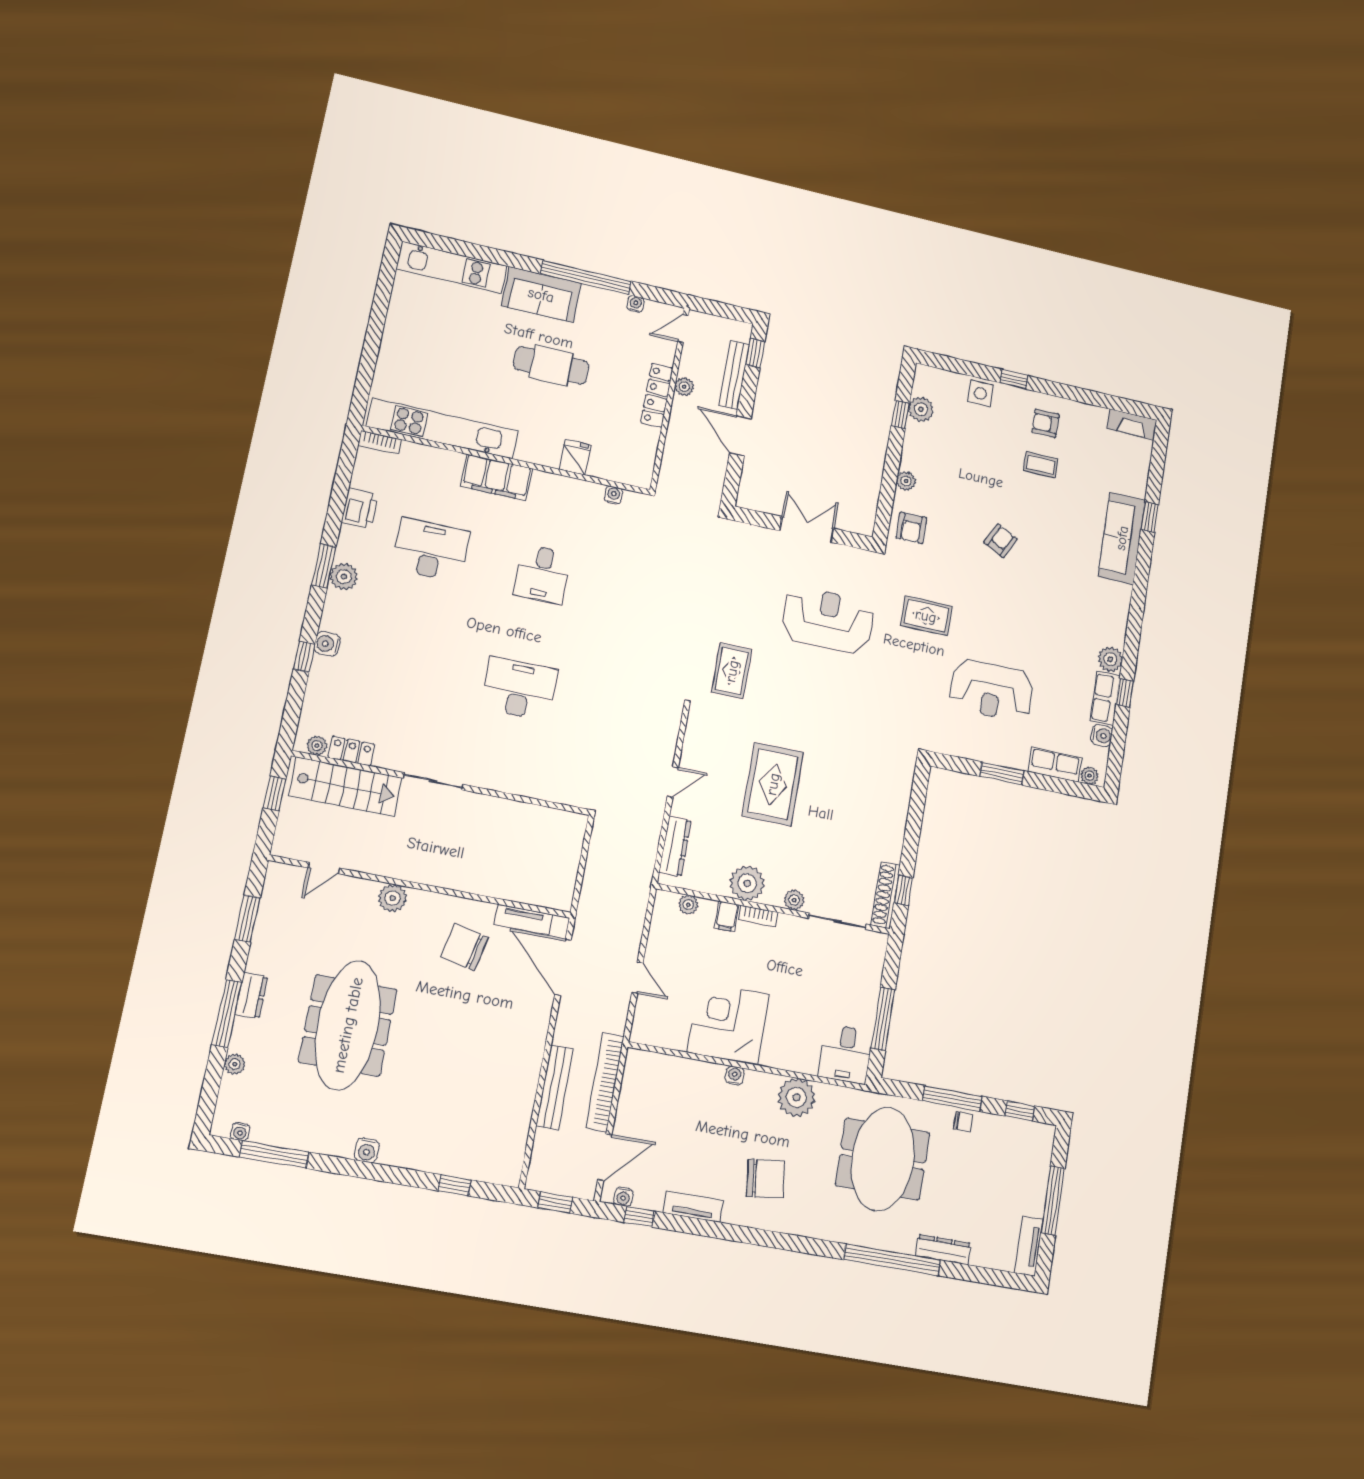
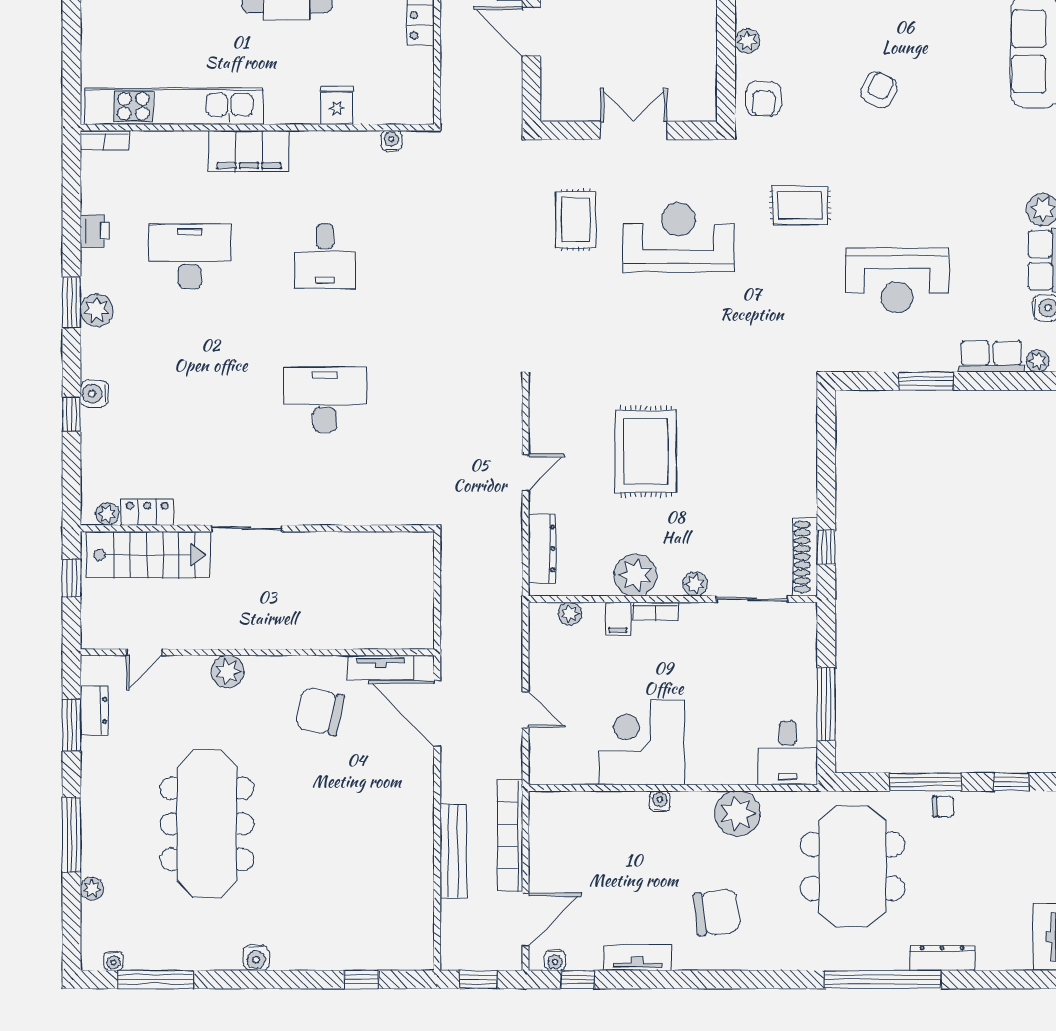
printer: (360, 508) -> (95, 231), width x0.73, depth x0.81
rug: (732, 671) -> (576, 220), moved
dresser: (251, 996) -> (94, 710), moved

